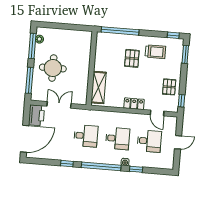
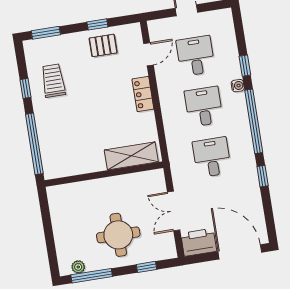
window: (173, 35) -> (25, 88), moved
pallet: (132, 58) -> (73, 115), removed
window: (29, 80) -> (147, 267), width x0.46
window: (181, 101) -> (97, 24), moved

